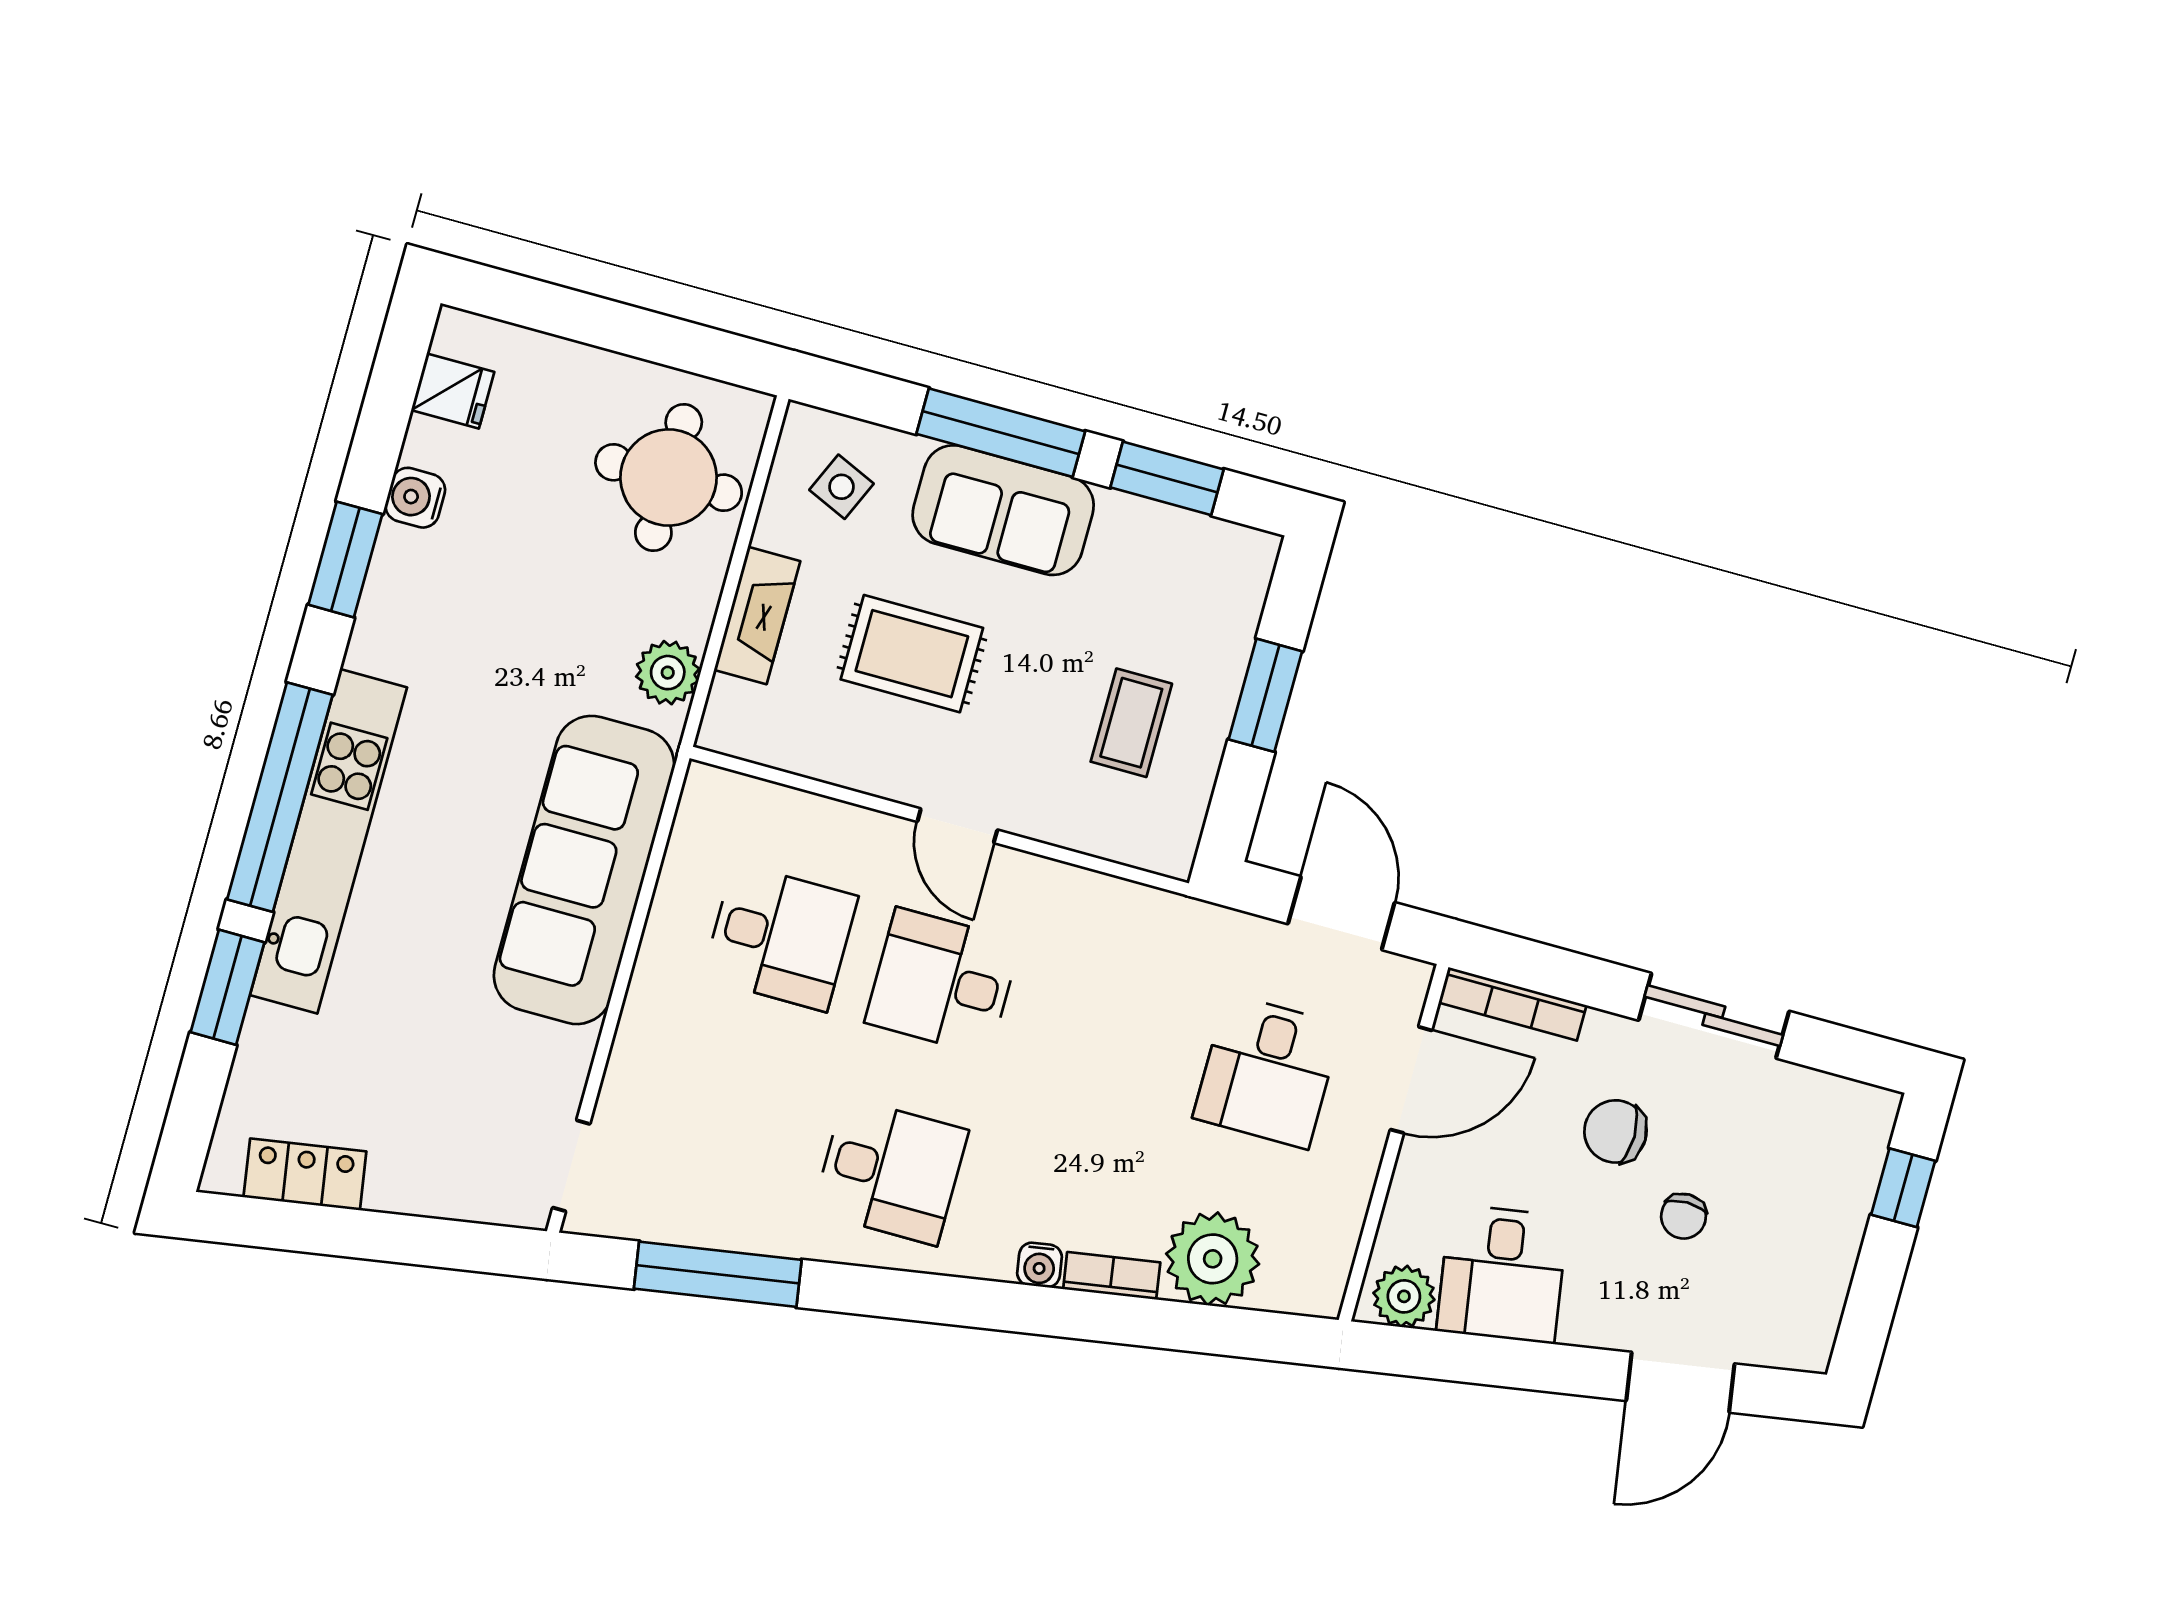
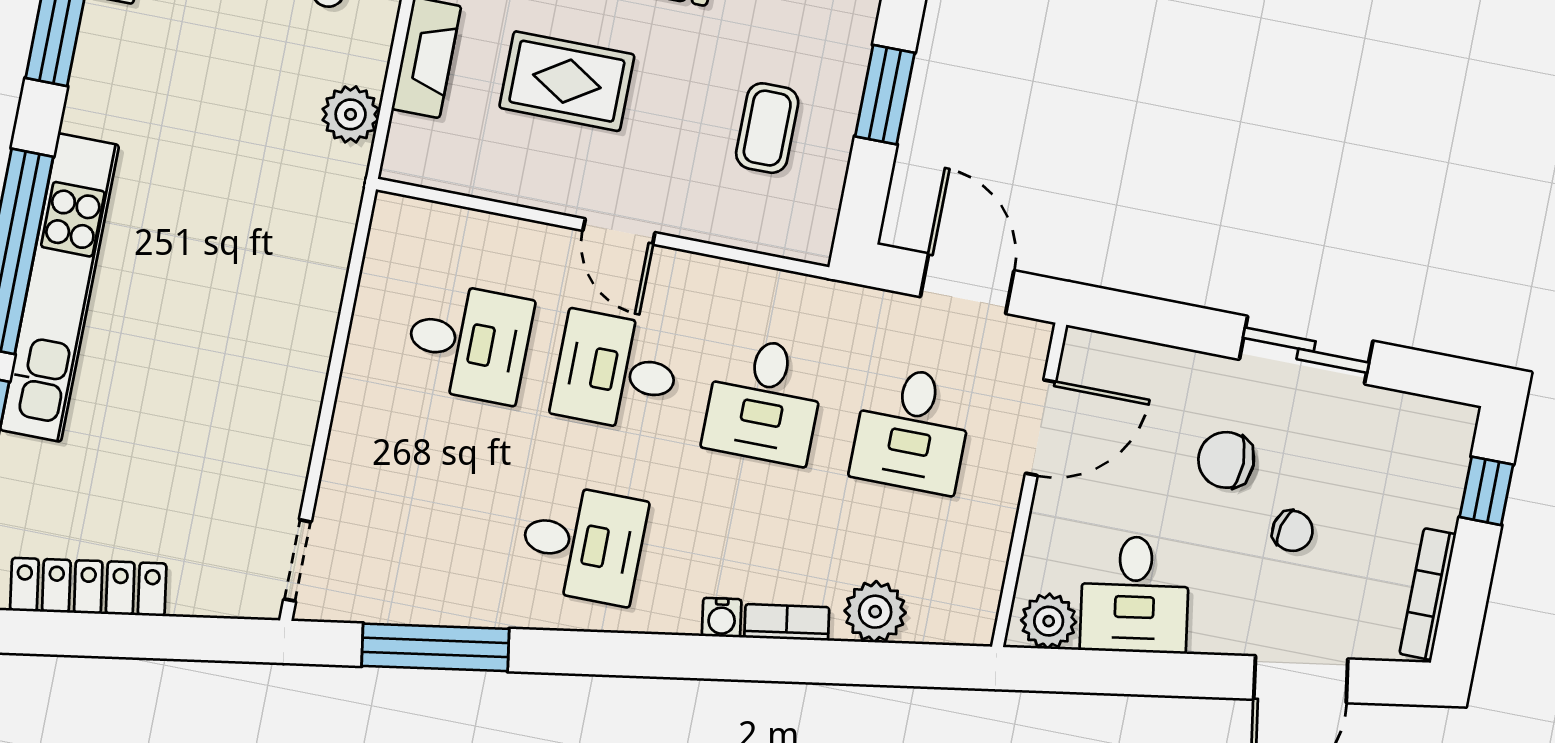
sofa: (584, 870) -> (289, 296), removed
bookcase: (1513, 1004) -> (1428, 594), moved, turned 90
desk: (1105, 1027) -> (764, 401), added
locker: (305, 1174) -> (88, 587), width x1.53
chair: (1684, 1216) -> (1293, 531), turned -76
plant: (1213, 1259) -> (875, 612), width x0.73, depth x0.73

